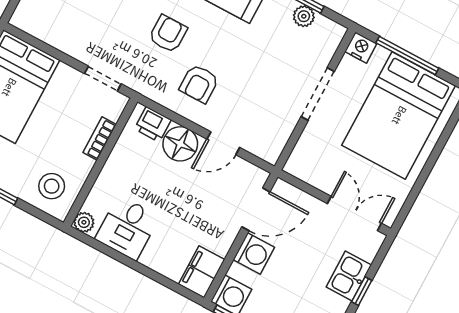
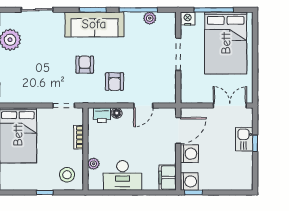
floor lamp: (180, 144) -> (117, 113), width x0.53, depth x0.53
plant: (84, 222) -> (94, 164), moved
desk: (127, 228) -> (122, 175), width x1.37

